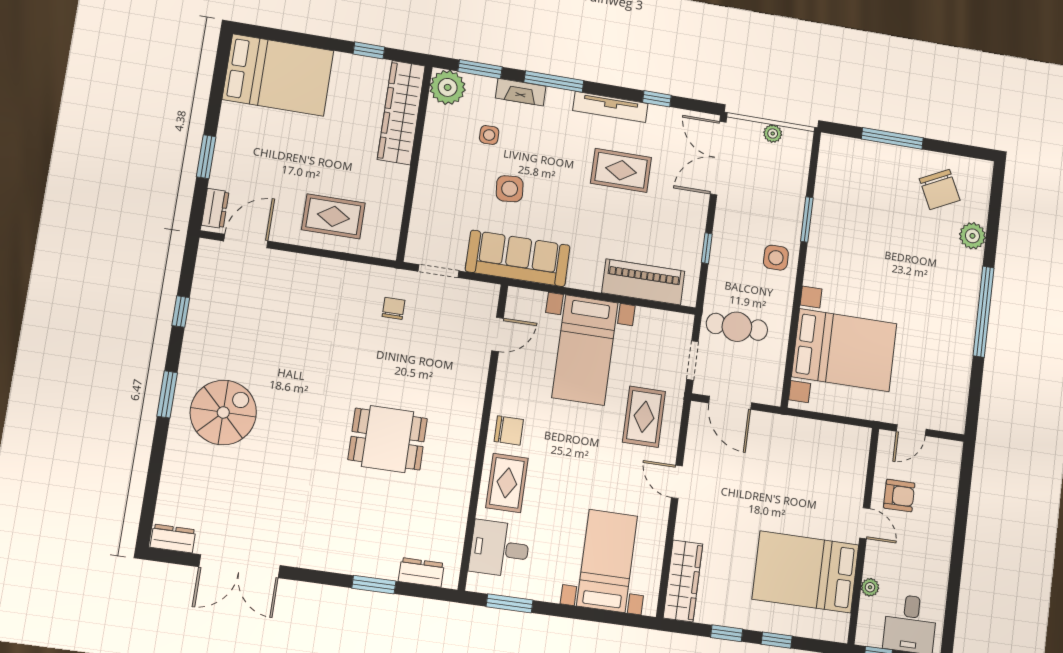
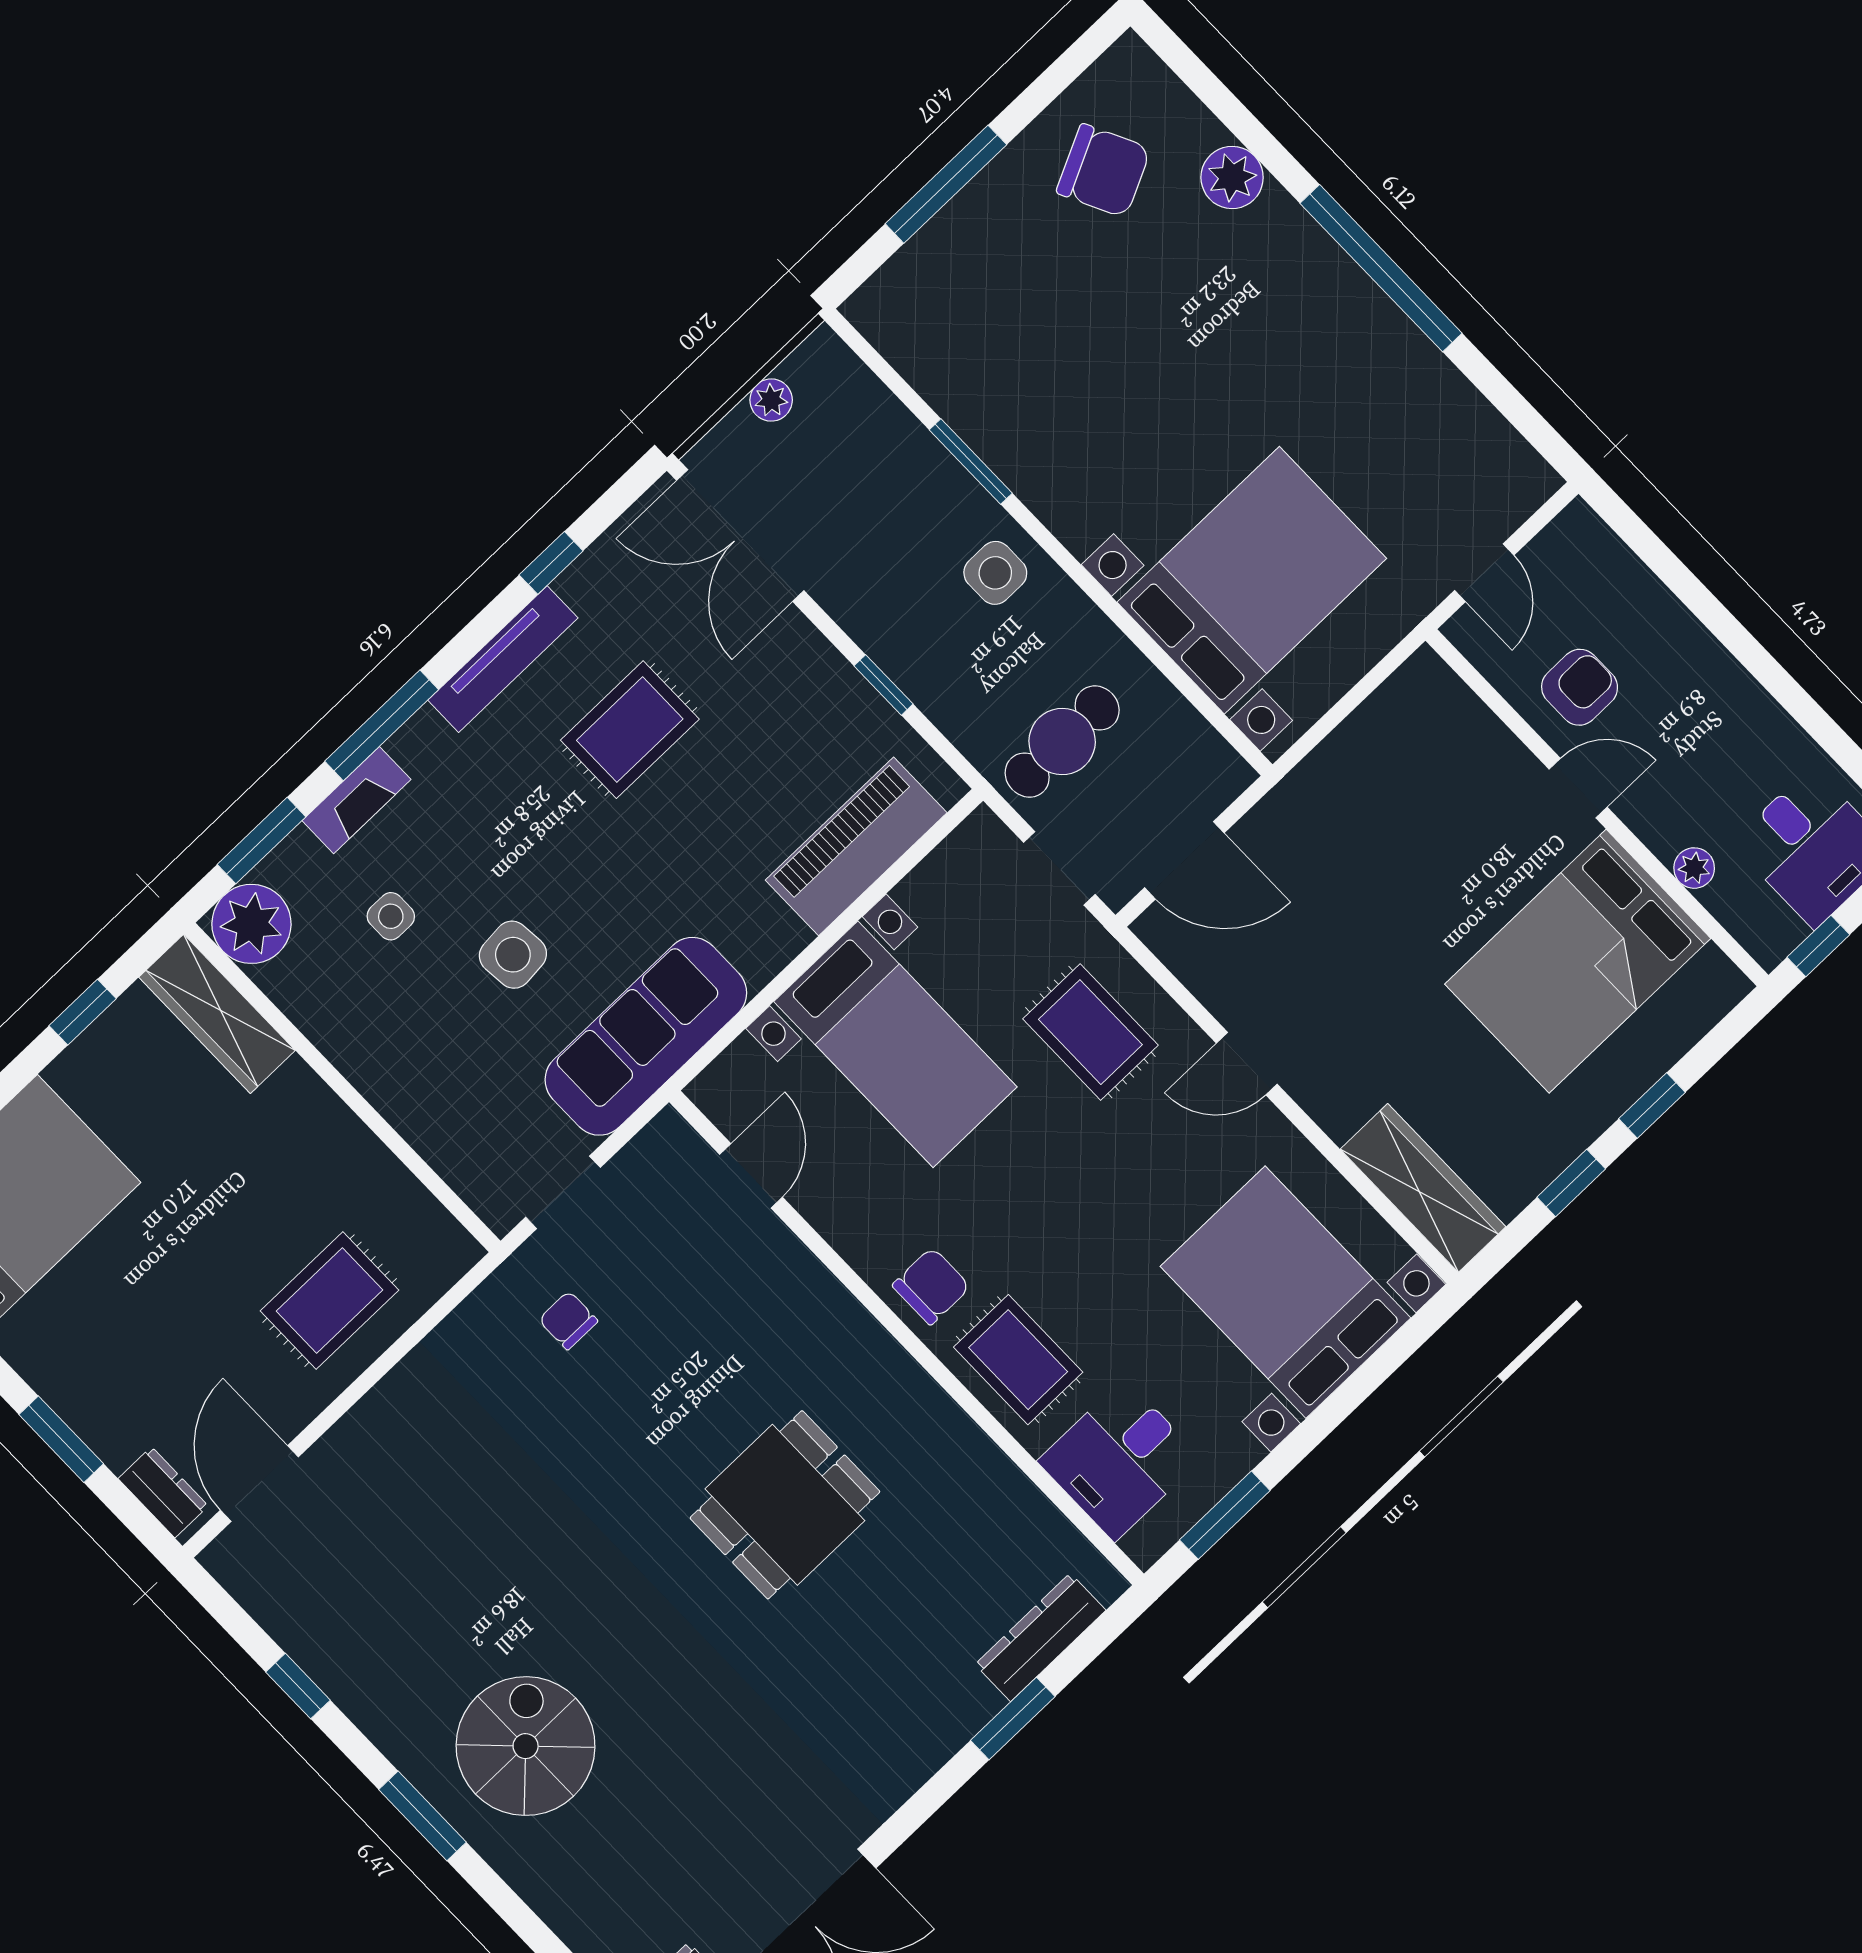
wardrobe: (401, 113) -> (217, 1014), width x0.71, depth x0.85
bed with nightstands: (607, 561) -> (1286, 1292), width x1.36
dresser: (421, 572) -> (1040, 1637), width x1.44

